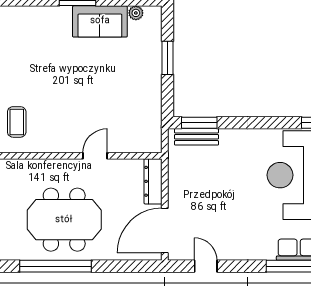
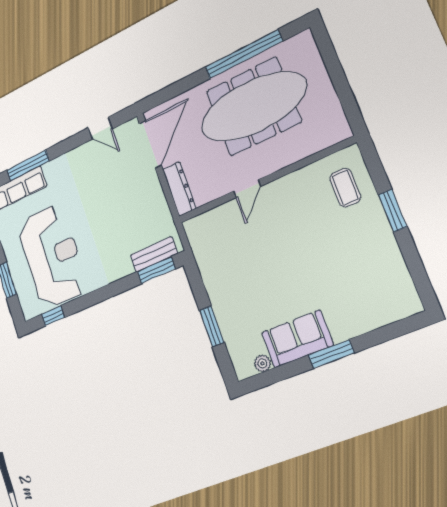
meeting table: (64, 220) -> (253, 107), width x1.36

